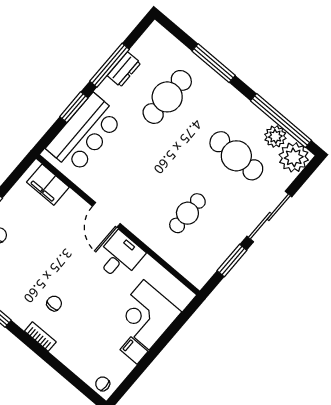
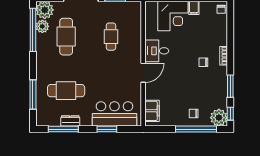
window: (214, 63) -> (33, 95), moved
window: (109, 65) -> (63, 129), moved
cafe table: (187, 213) -> (111, 37), turned 90

